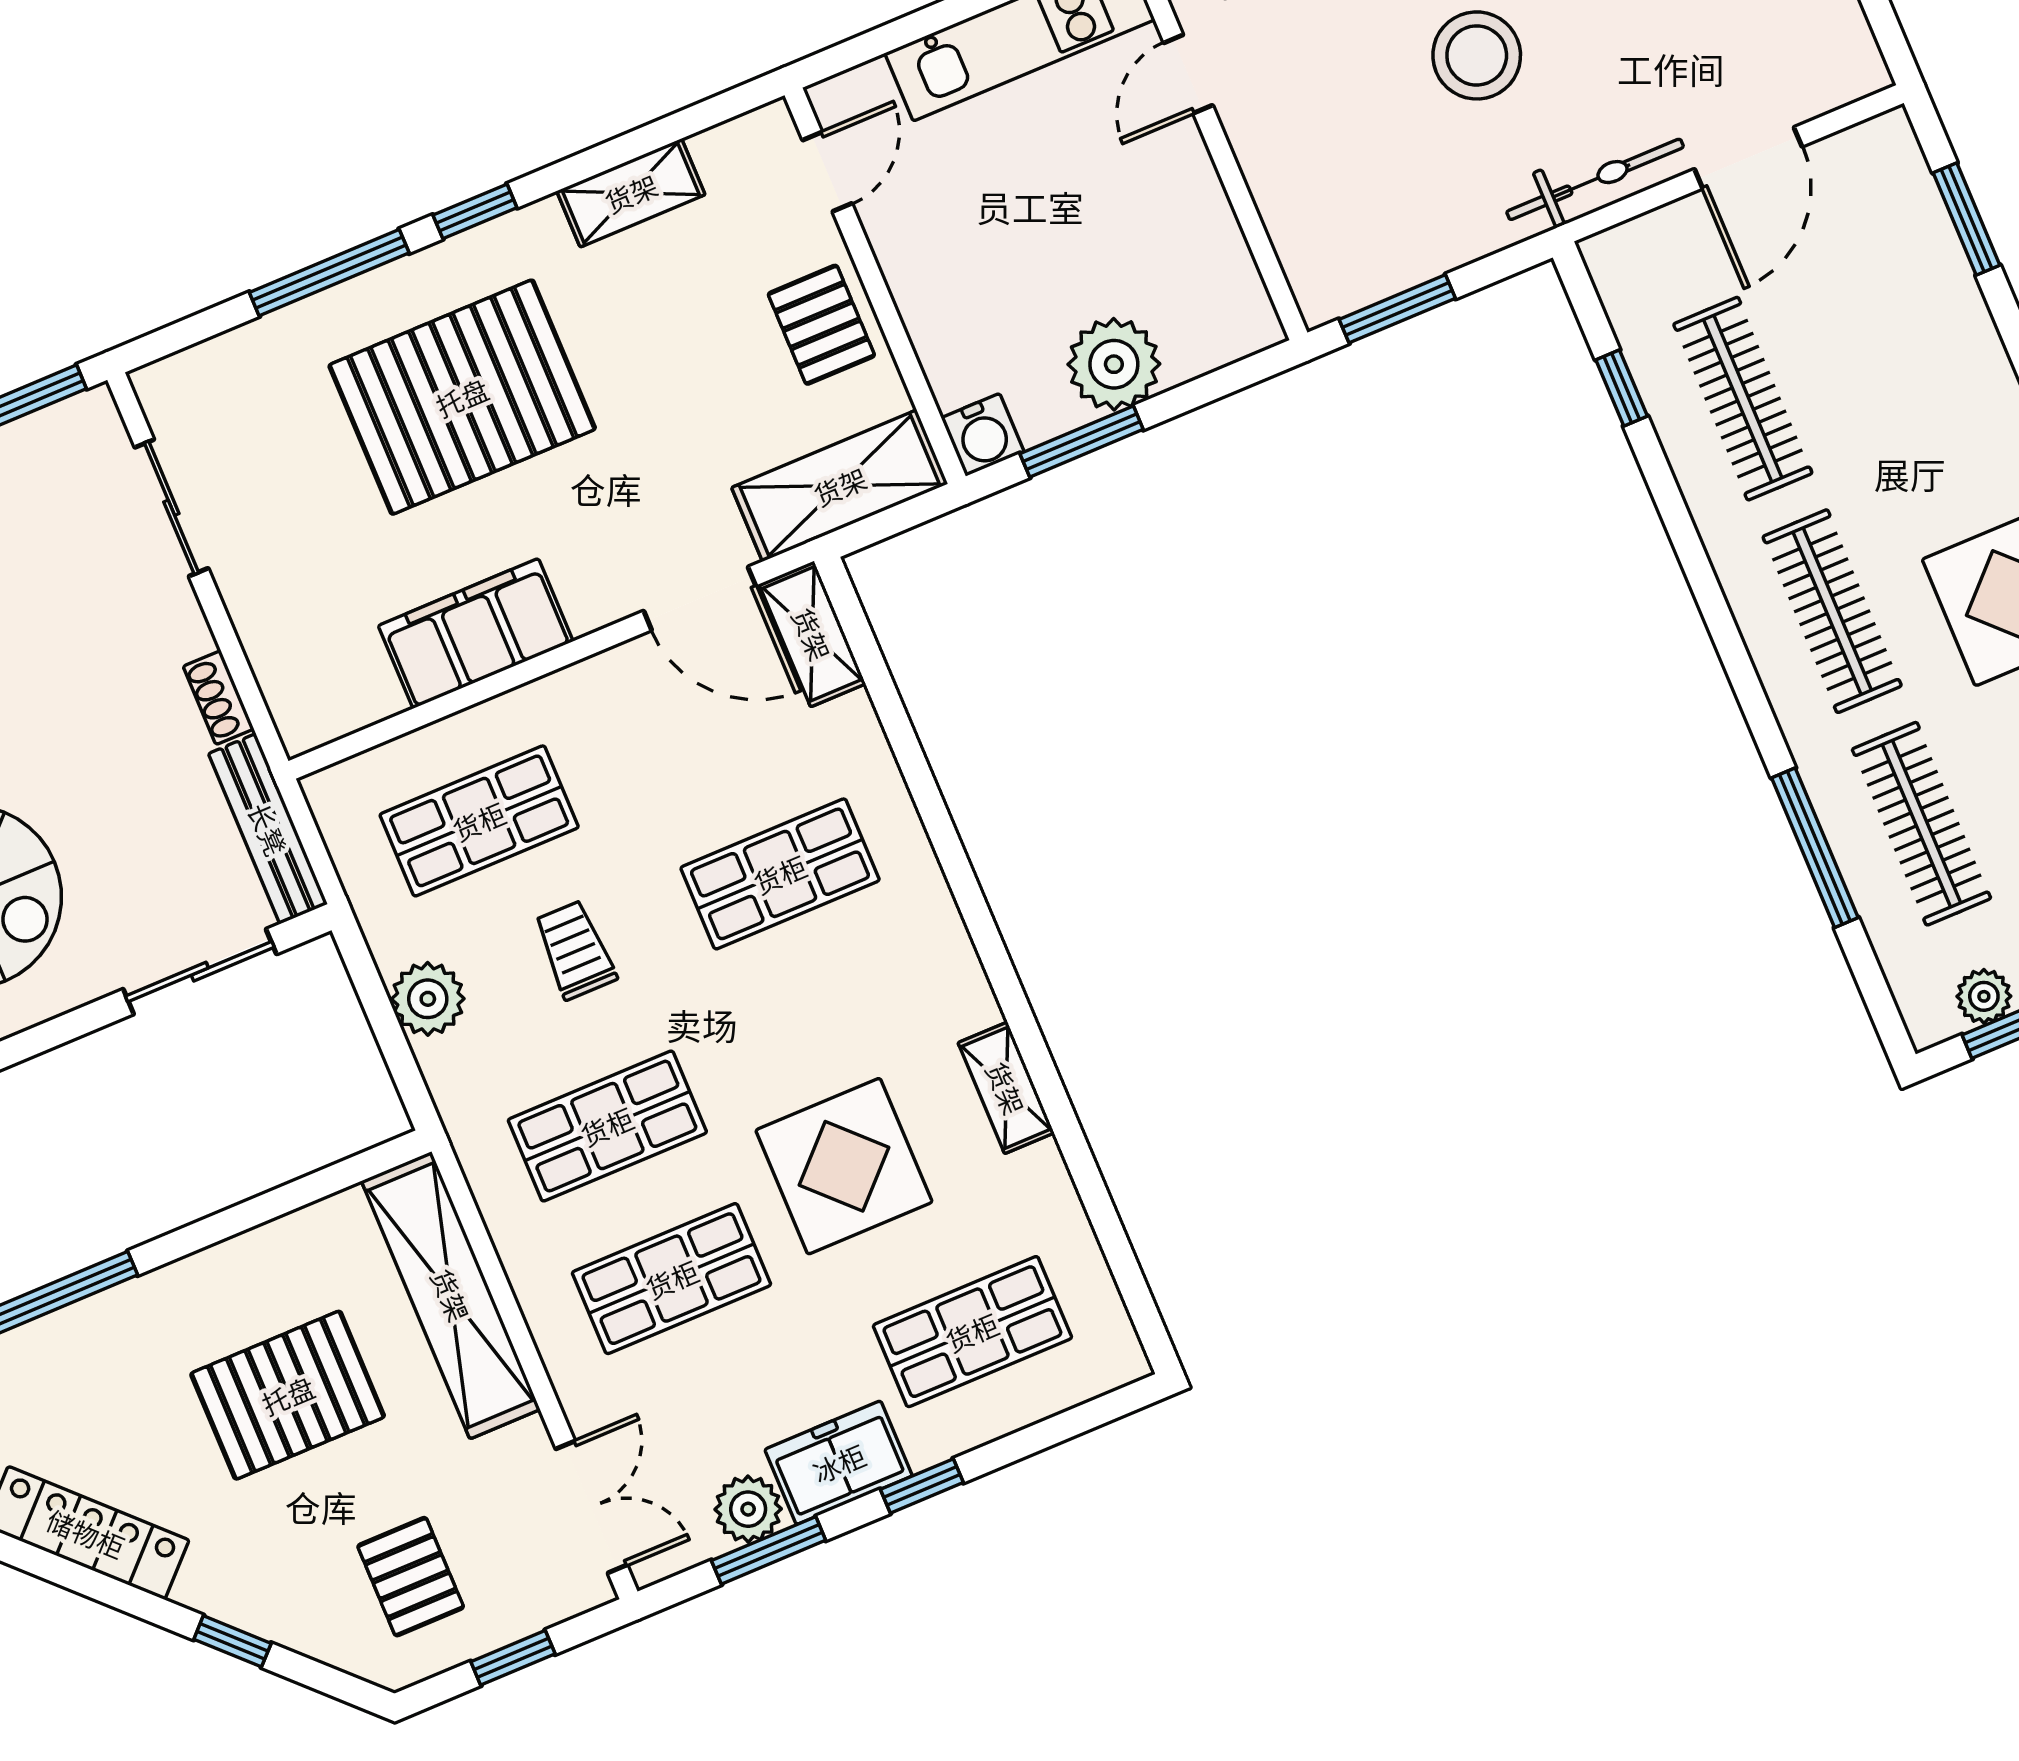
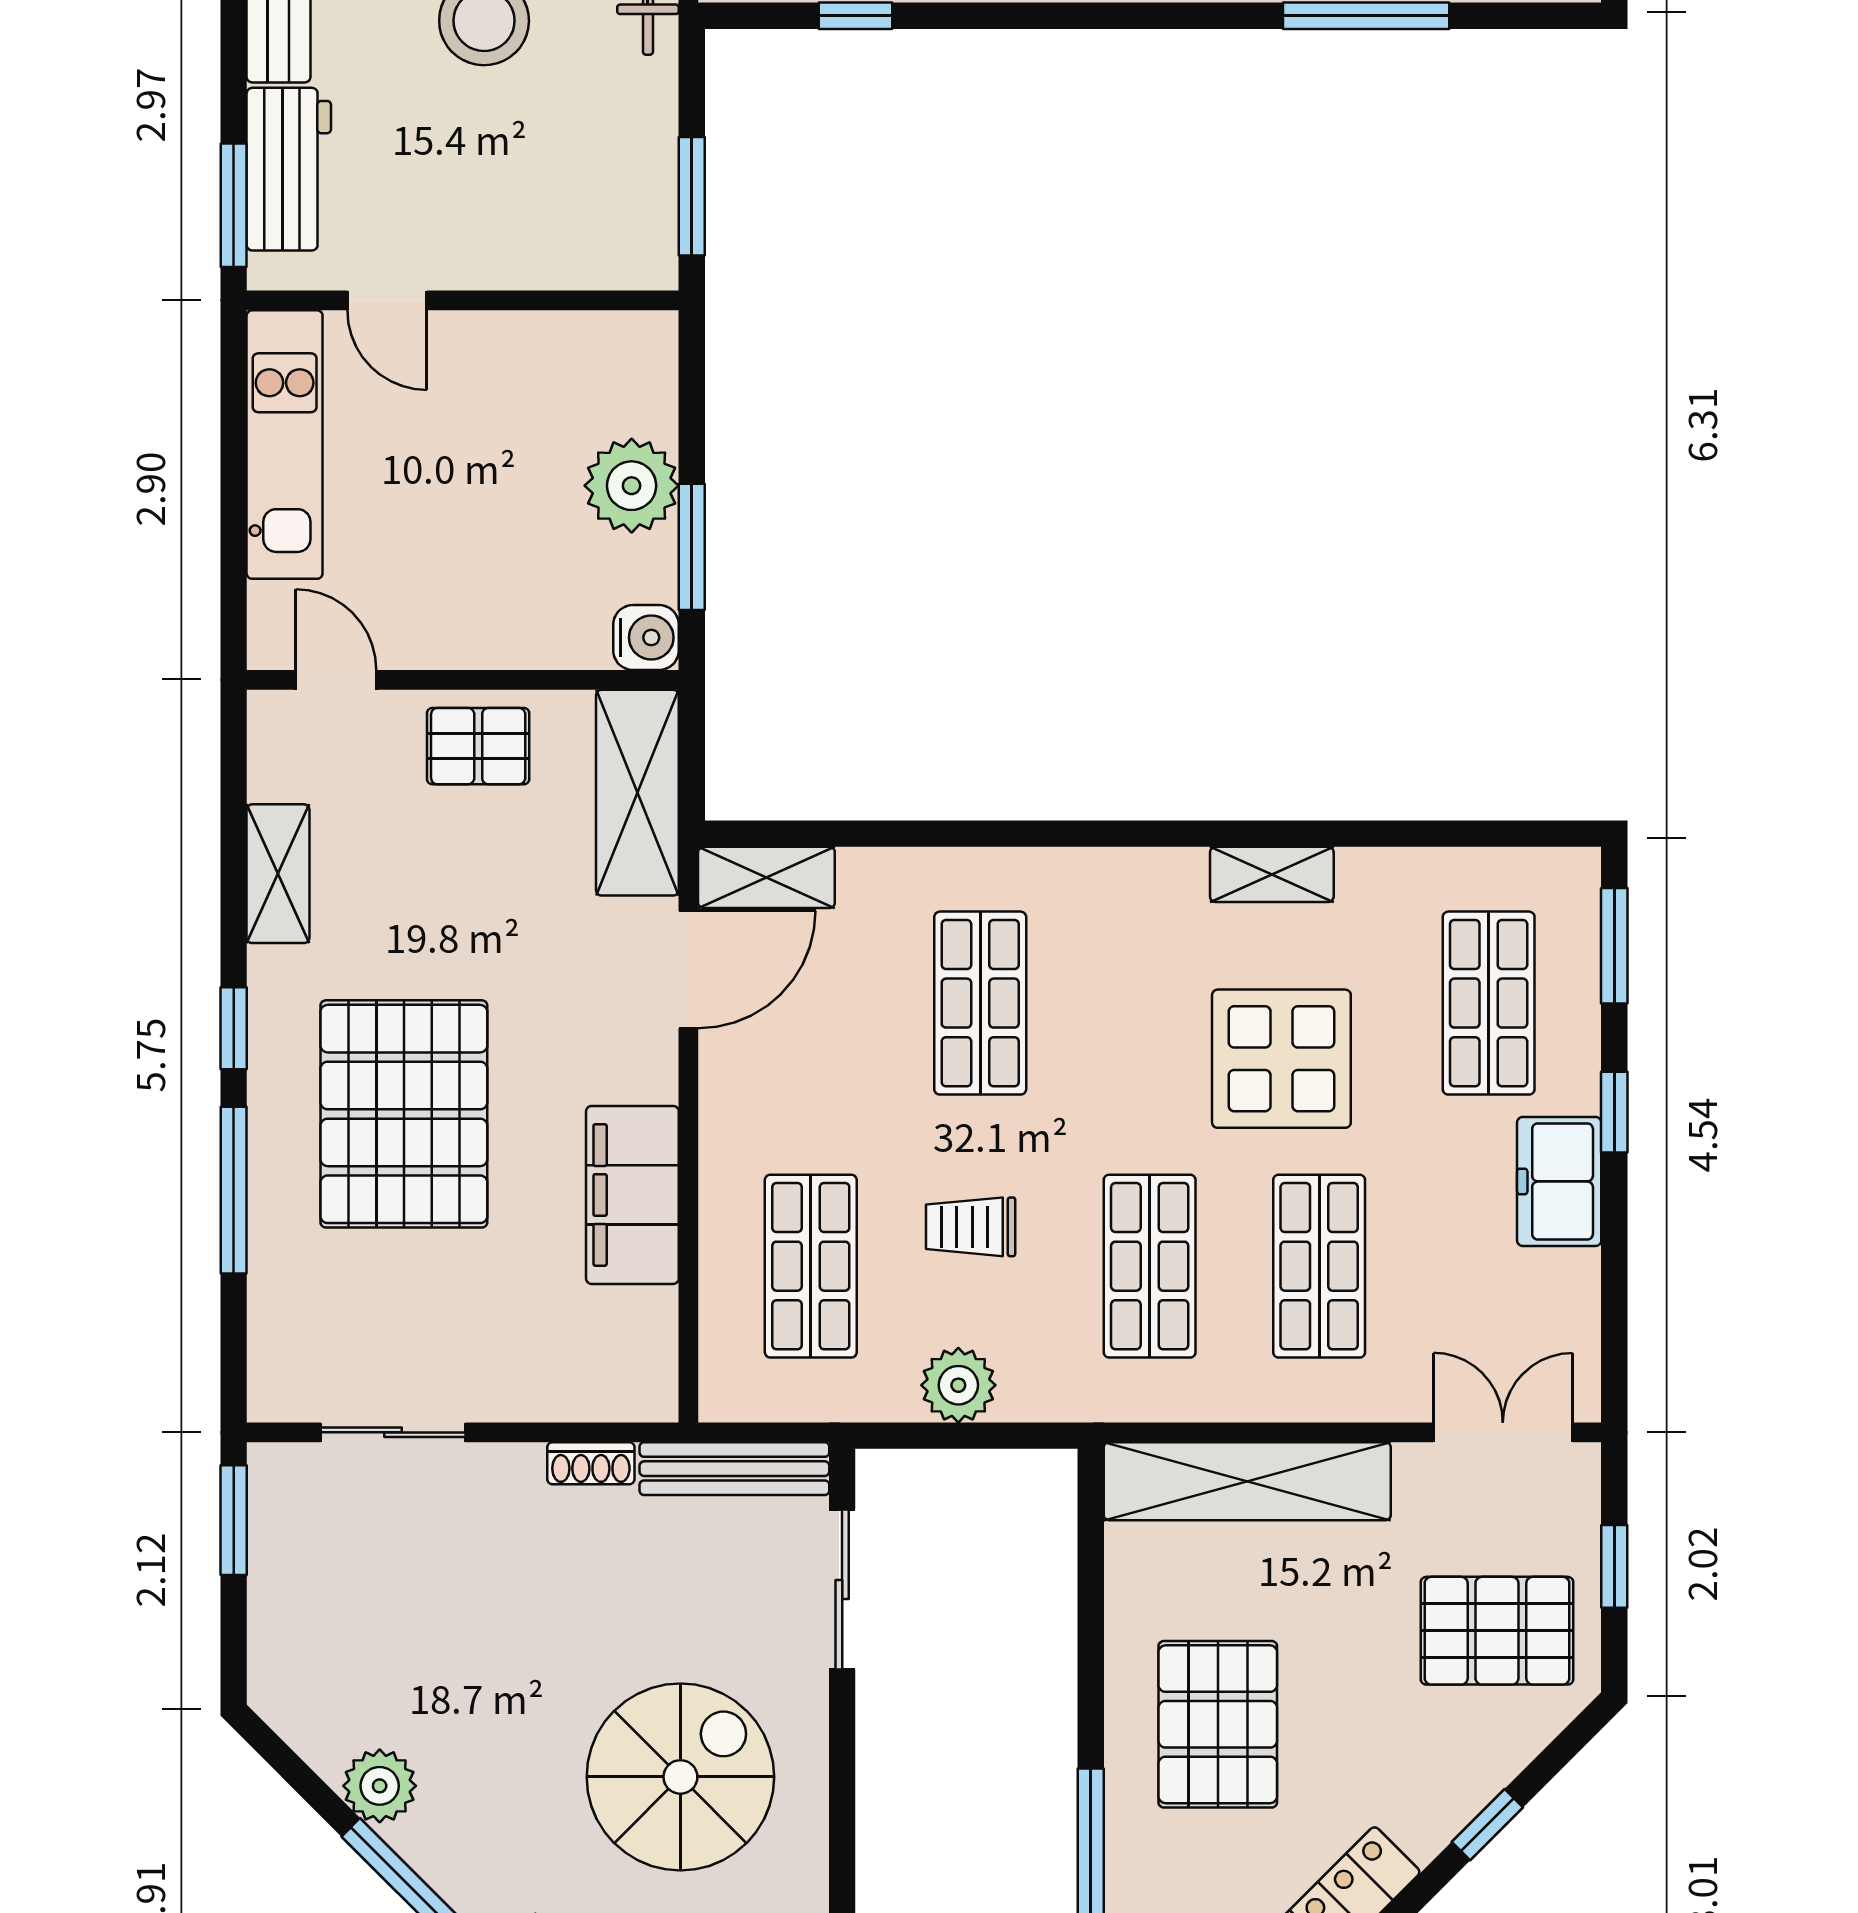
pallet: (288, 1395) -> (1218, 1724), moved
plant: (748, 1509) -> (1567, 1285), removed
window: (769, 1550) -> (1614, 946), moved
pallet: (411, 1577) -> (1497, 1631), width x1.50, depth x1.42

